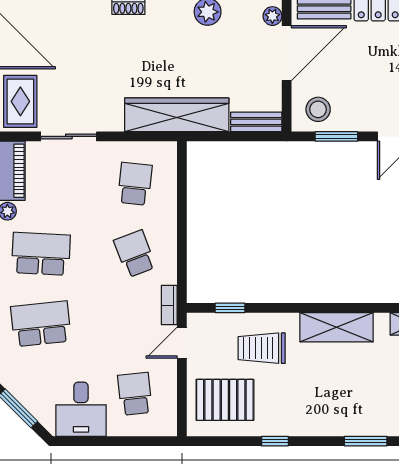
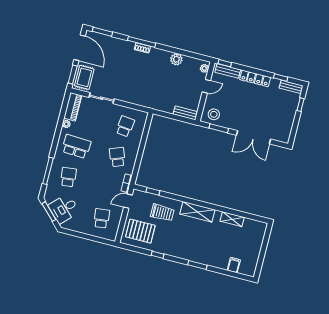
door: (287, 53) -> (206, 86), width x0.53
wardrobe: (177, 115) -> (151, 101), removed
school desk: (41, 324) -> (68, 177), width x0.54
trolley: (262, 348) -> (162, 213), turned 180
desk: (81, 409) -> (64, 209), moved, turned 45

